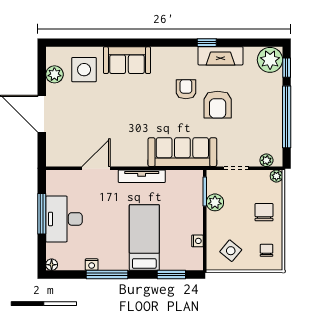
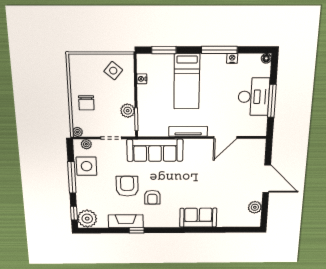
side table: (84, 70) -> (87, 166), moved
window: (287, 117) -> (72, 177), width x0.68
chair: (267, 250) -> (83, 71), removed

